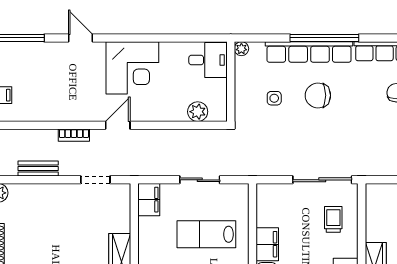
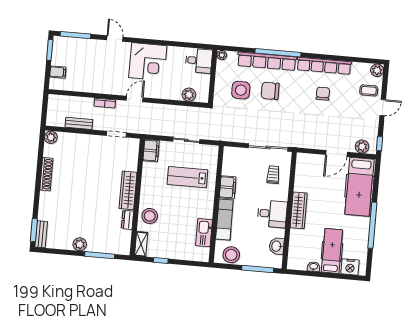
side table: (274, 98) -> (241, 90), width x1.87, depth x1.87

